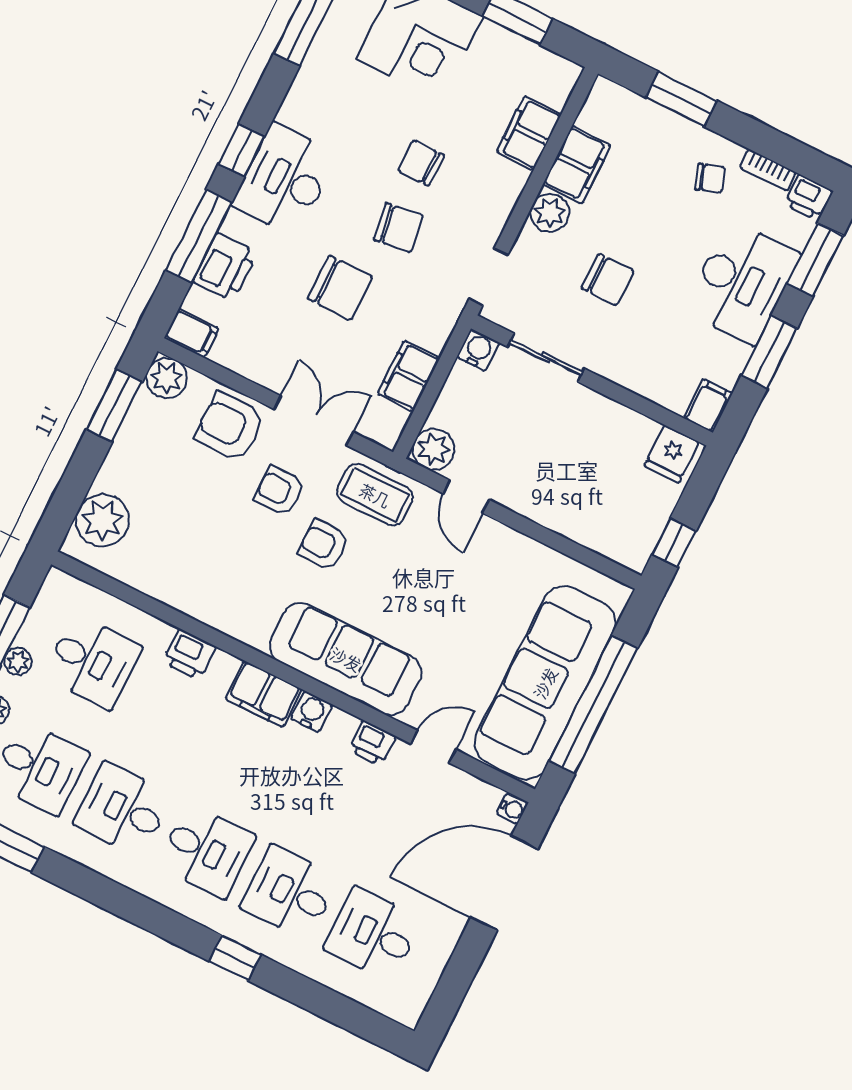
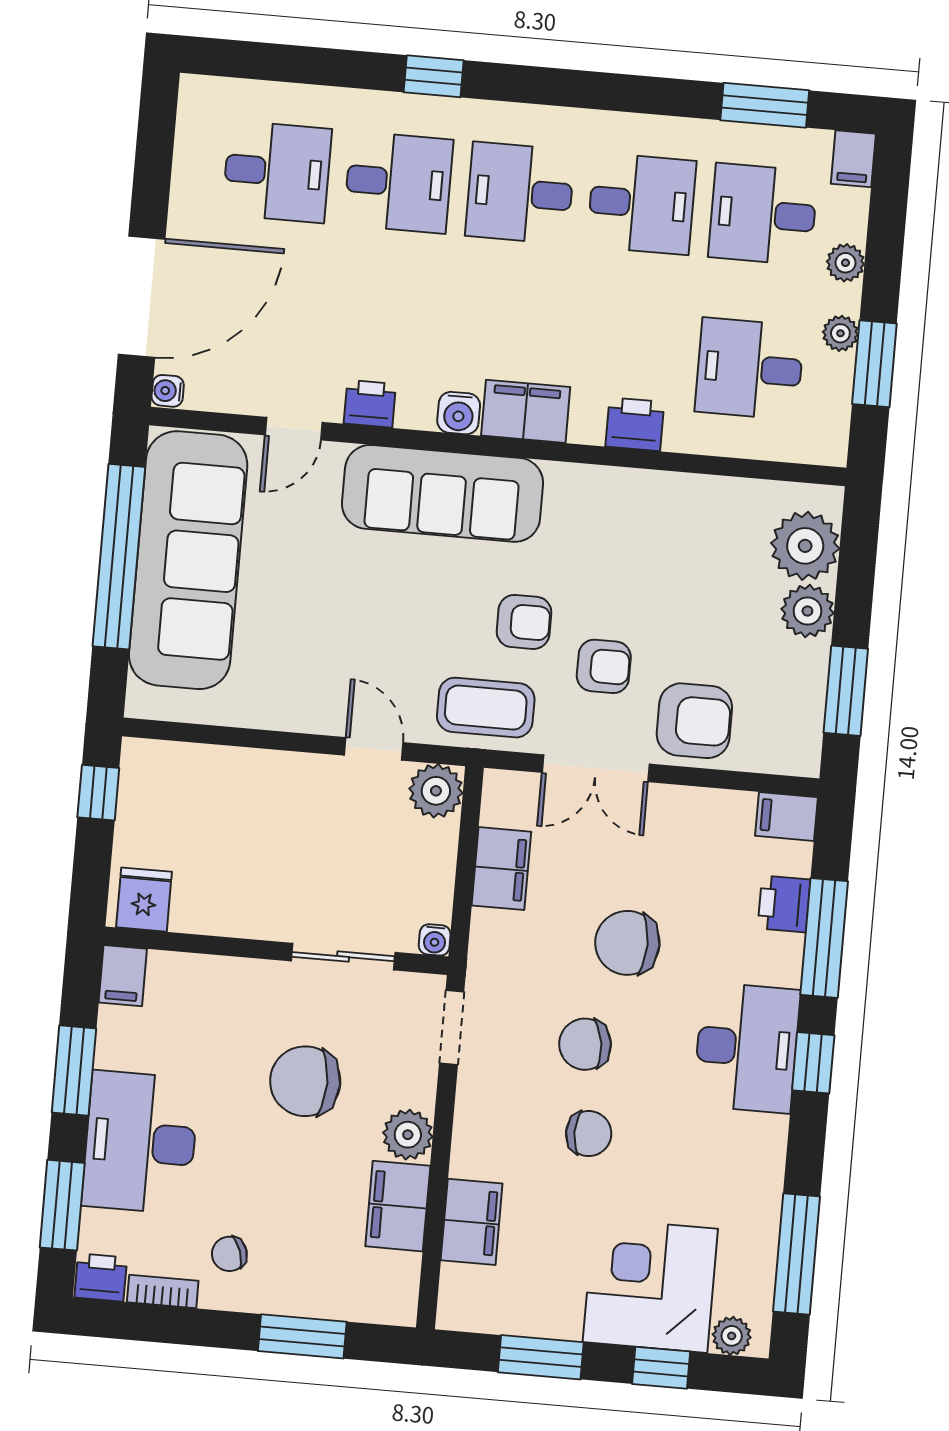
printer: (225, 267) -> (784, 904), width x0.73, depth x0.81
chair: (608, 280) -> (305, 1081), width x1.37, depth x1.37
water cooler: (478, 350) -> (435, 940), width x0.72, depth x0.72
plant: (167, 378) -> (807, 611), moved

